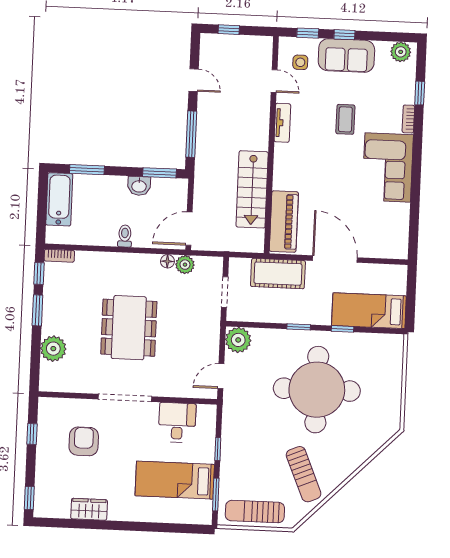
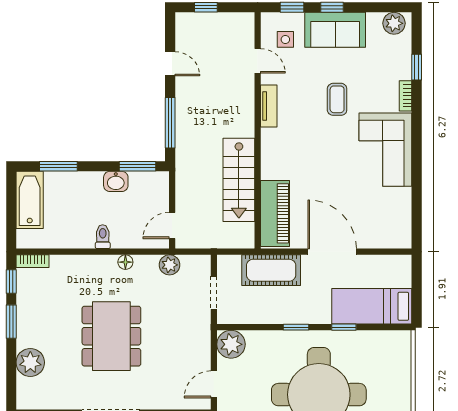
door: (189, 229) -> (172, 225), width x0.73
floor lamp: (167, 261) -> (125, 262), moved

